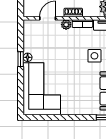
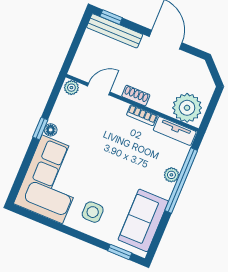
plant: (66, 25) -> (71, 88), moved
side table: (94, 56) -> (93, 212), moved

